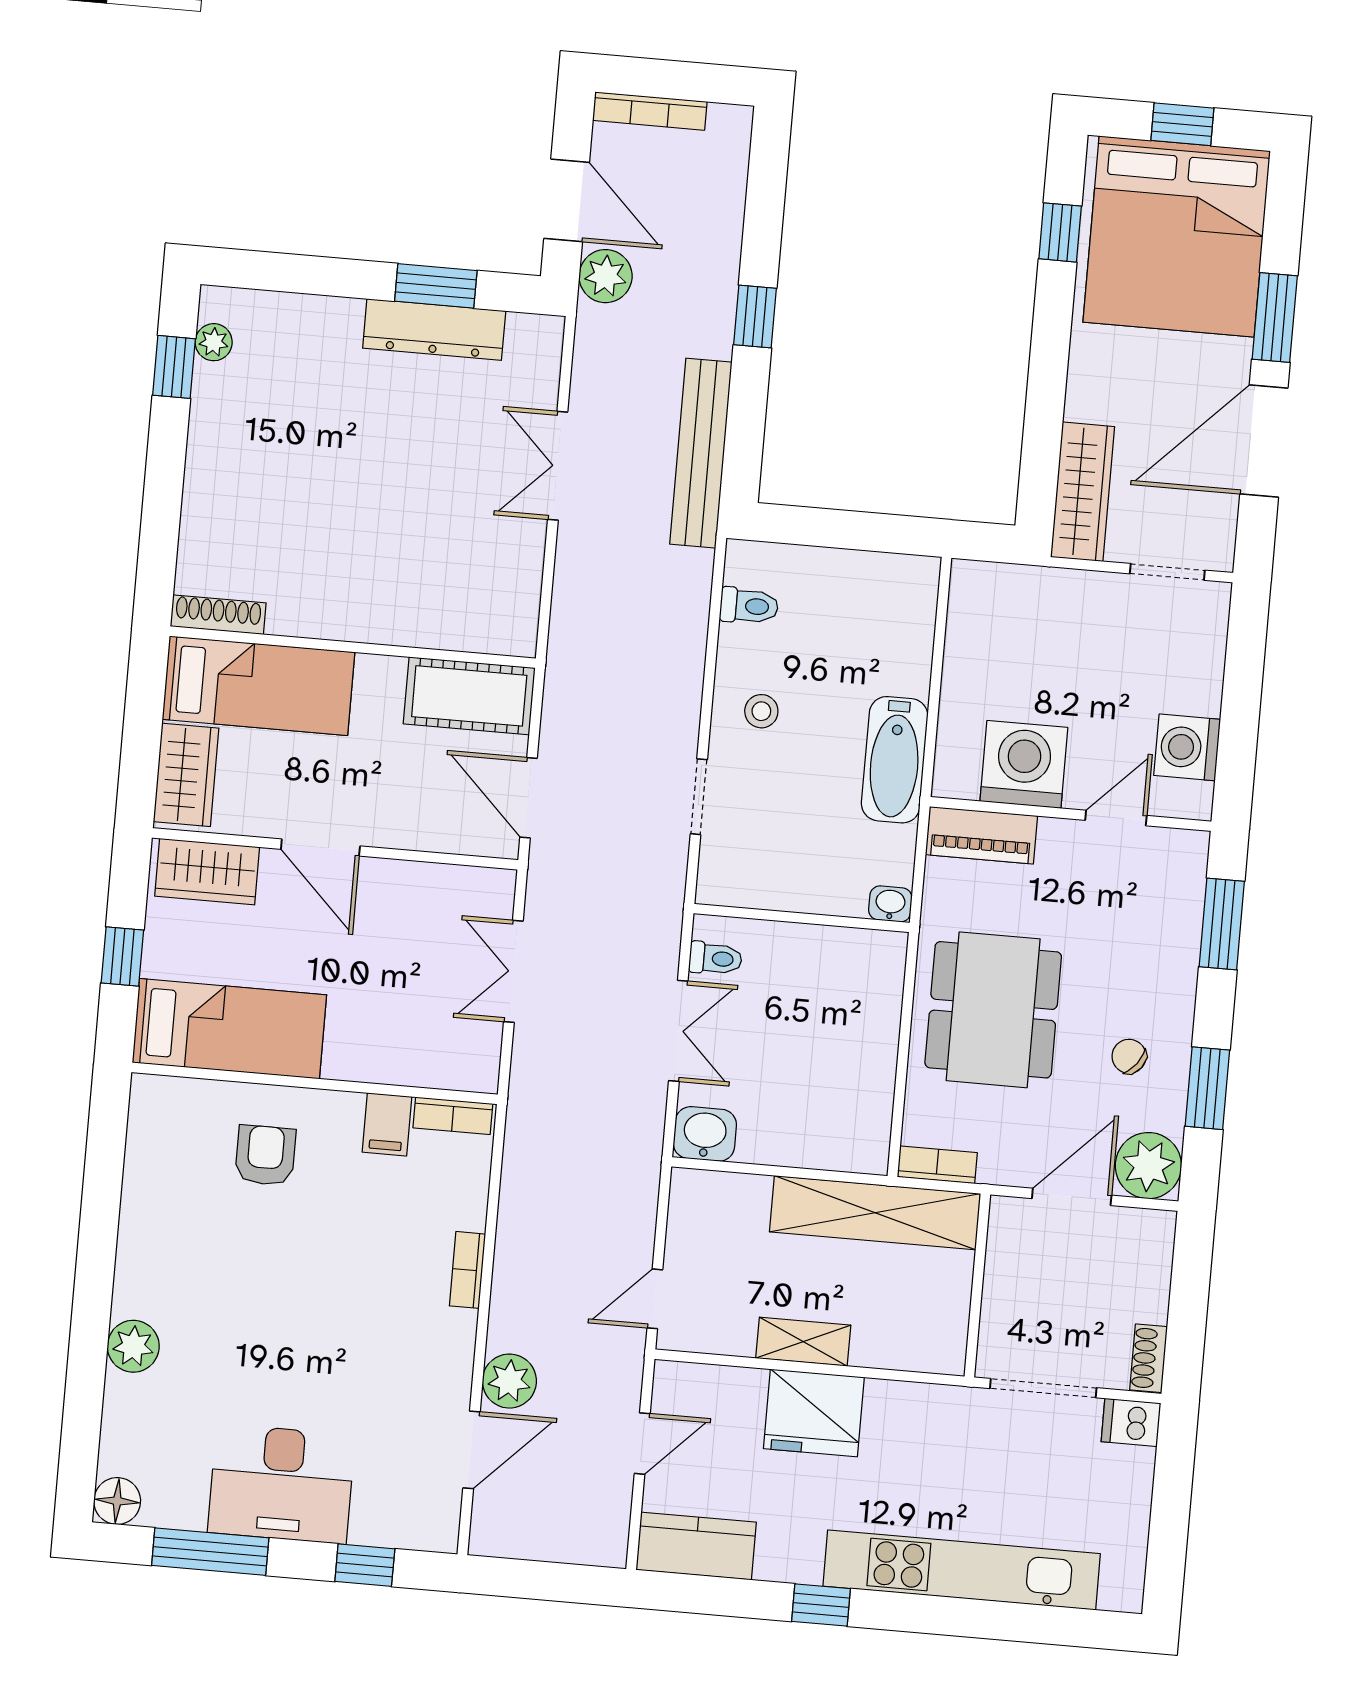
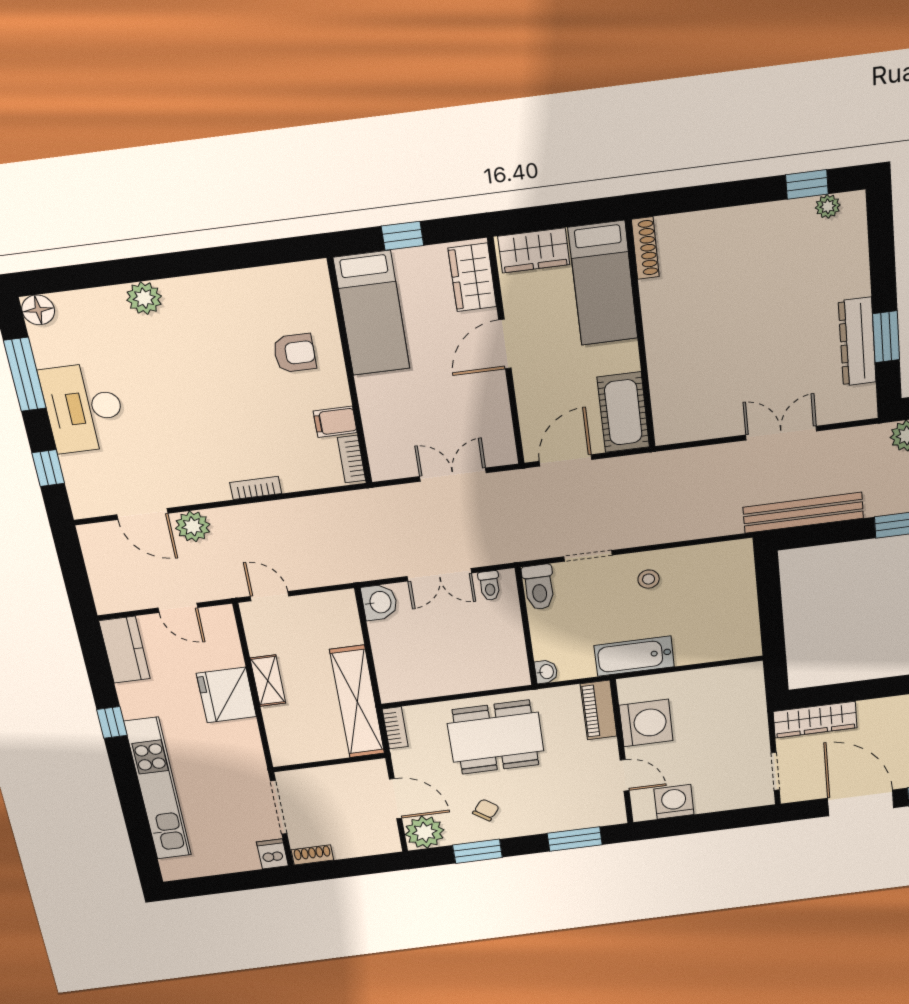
toilet: (749, 606) -> (539, 587), moved, width x1.37, depth x1.39

